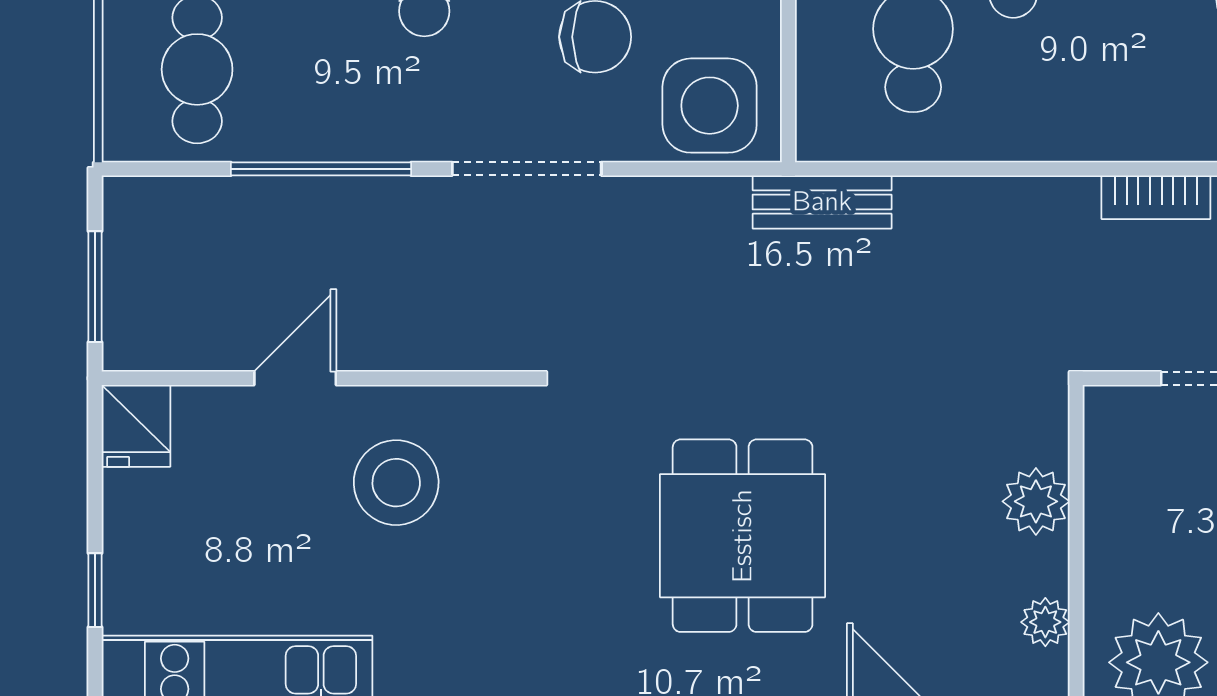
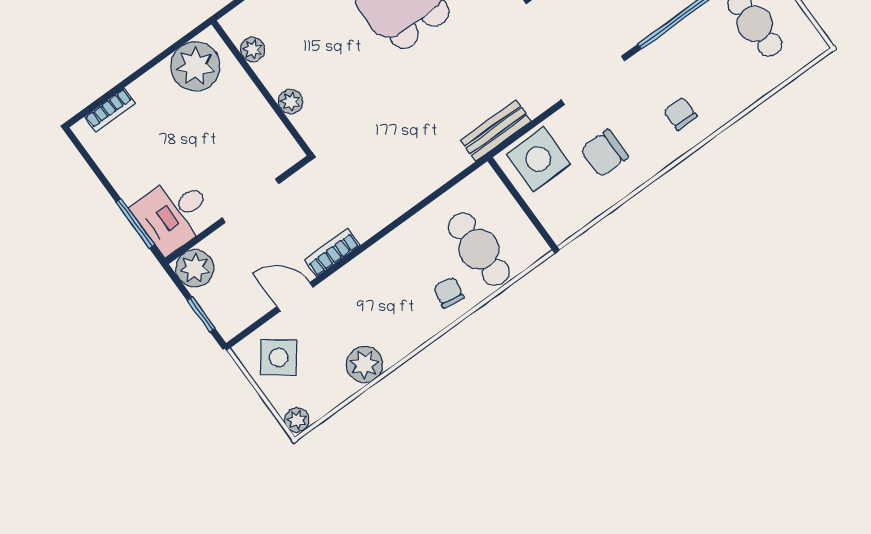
bench: (822, 202) -> (496, 131), moved
plant: (1036, 501) -> (291, 102), width x0.73, depth x0.73

